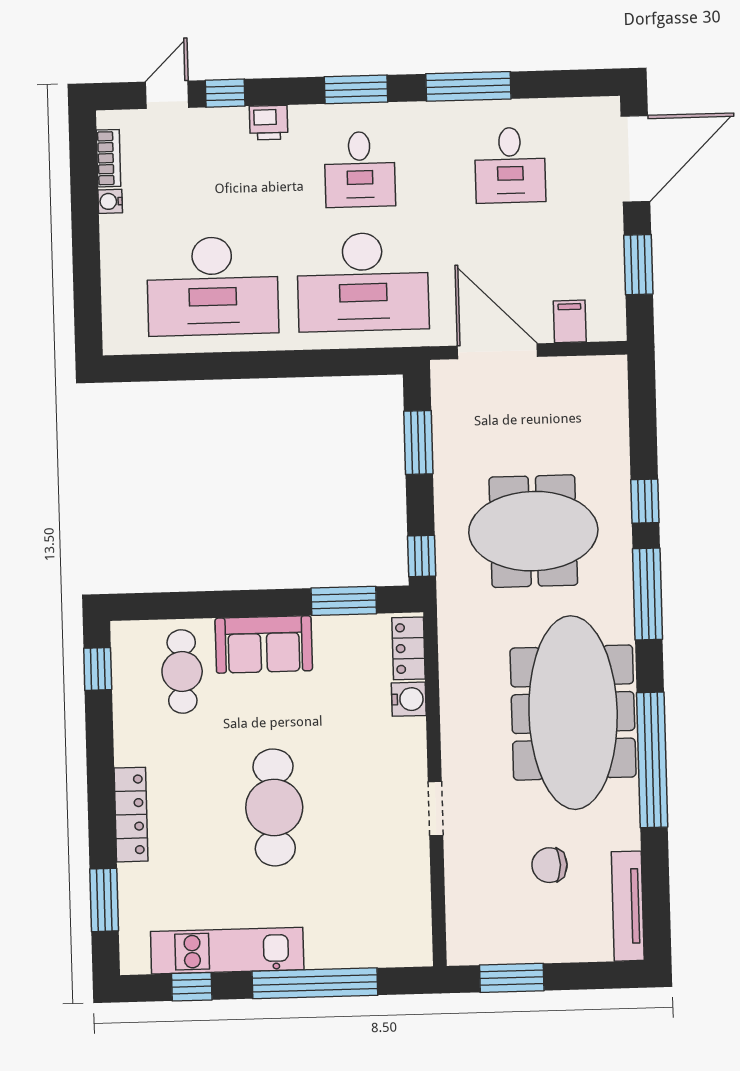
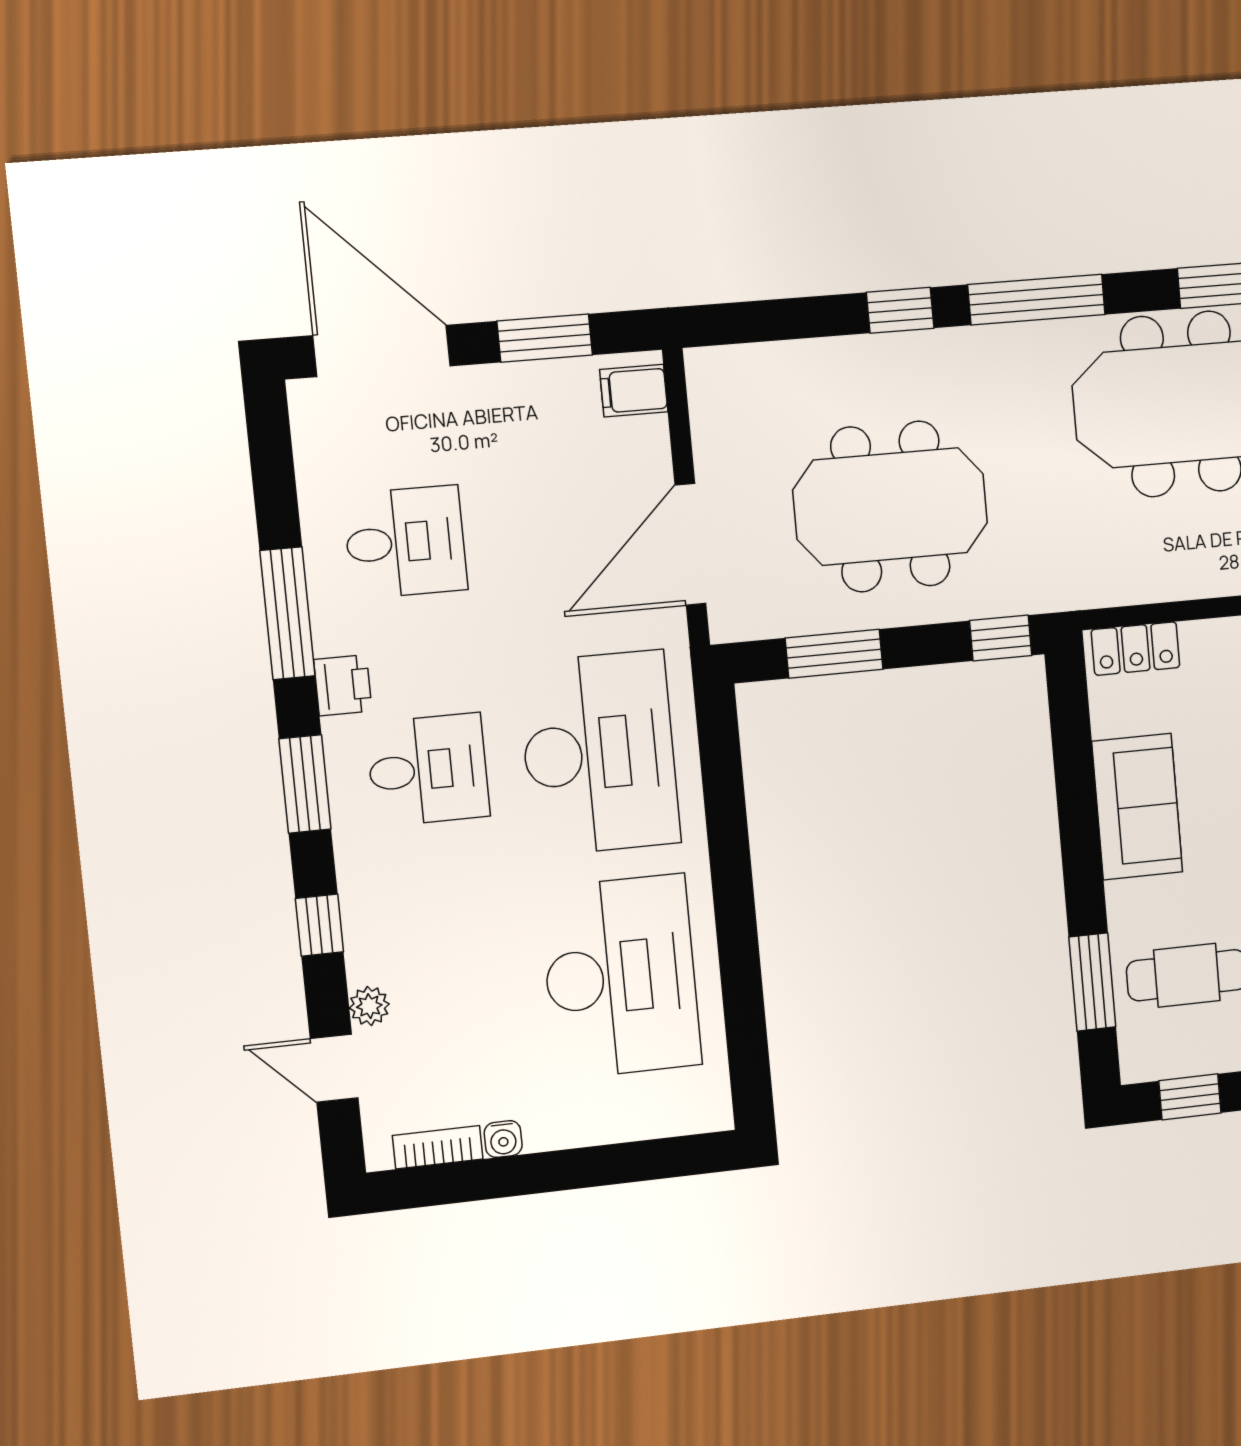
window: (225, 93) -> (319, 925), moved
plant: (206, 120) -> (369, 1006), added
printer: (269, 123) -> (343, 685), moved
filing cabinet: (570, 321) -> (634, 391), moved
meeting table: (533, 531) -> (890, 506), moved, turned 90
window: (344, 601) -> (1092, 982), moved
sofa: (264, 644) -> (1137, 807), moved
water cooler: (409, 699) -> (1208, 643), removed

